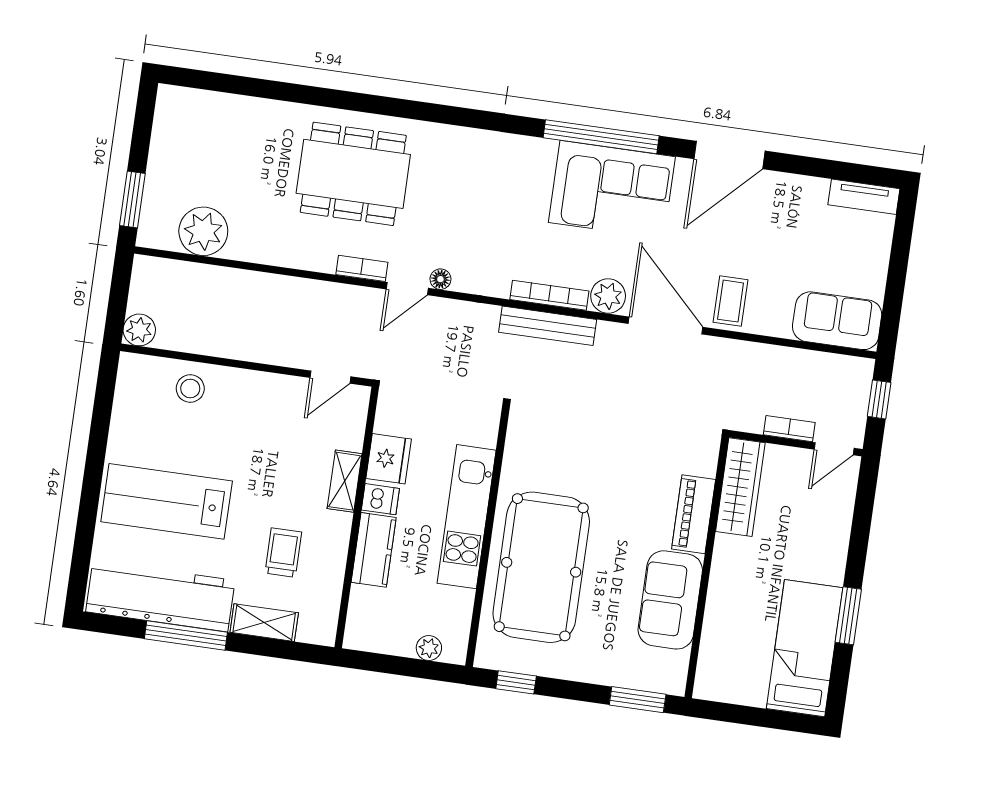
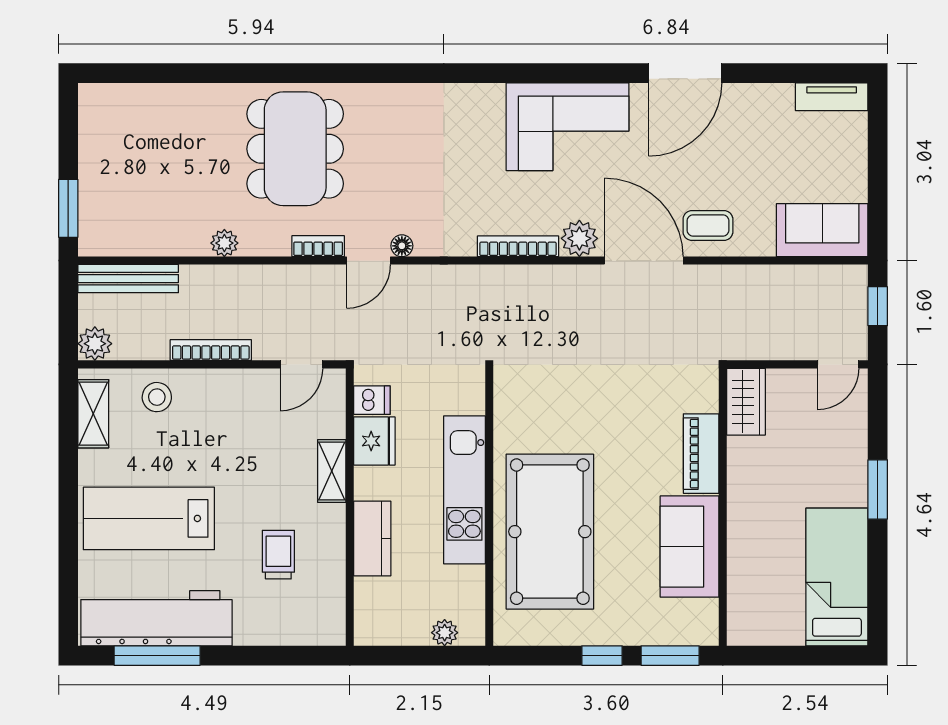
window: (601, 137) -> (548, 73), removed
dining table: (353, 174) -> (295, 149), turned 90
plant: (203, 231) -> (224, 243), moved, width x0.53, depth x0.53
coffee table: (731, 301) -> (708, 225), turned 90
bench: (548, 326) -> (128, 279), moved
bookcase: (789, 429) -> (211, 350), moved, width x1.56
wardrobe: (740, 487) -> (746, 402), width x0.67
dishwasher: (380, 499) -> (372, 400), moved
window: (848, 616) -> (878, 489), moved
shelving: (264, 623) -> (93, 414), moved, turned 90
window: (186, 635) -> (157, 656), moved
window: (516, 682) -> (602, 656), moved

